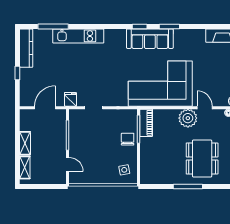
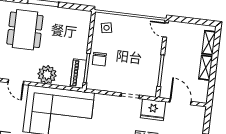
fridge: (70, 99) -> (153, 110), width x1.88, depth x1.34
door: (45, 108) -> (180, 102), swing flipped
plant: (188, 118) -> (47, 75), moved
door: (68, 164) -> (166, 30), moved

